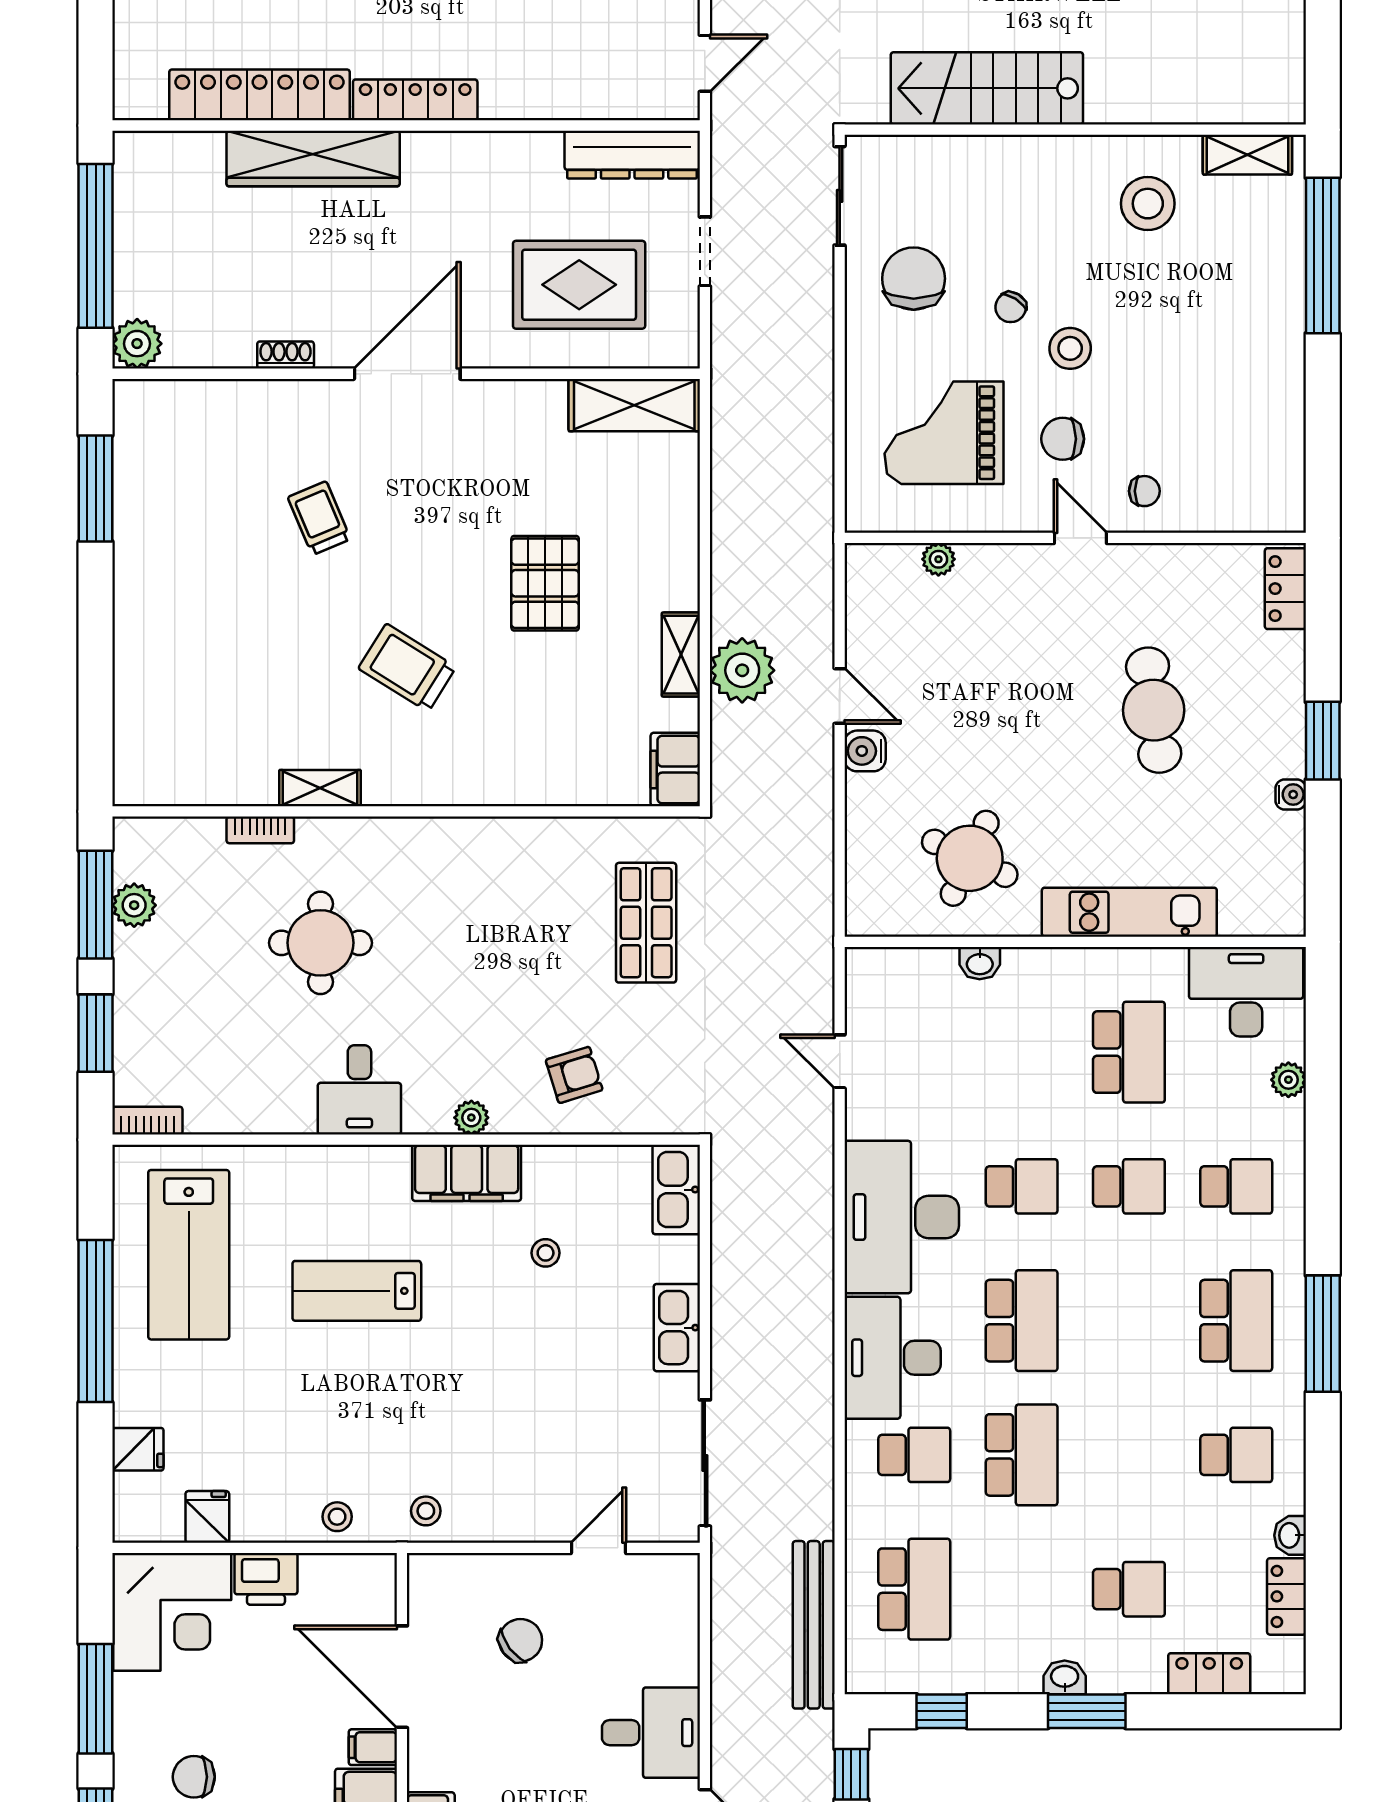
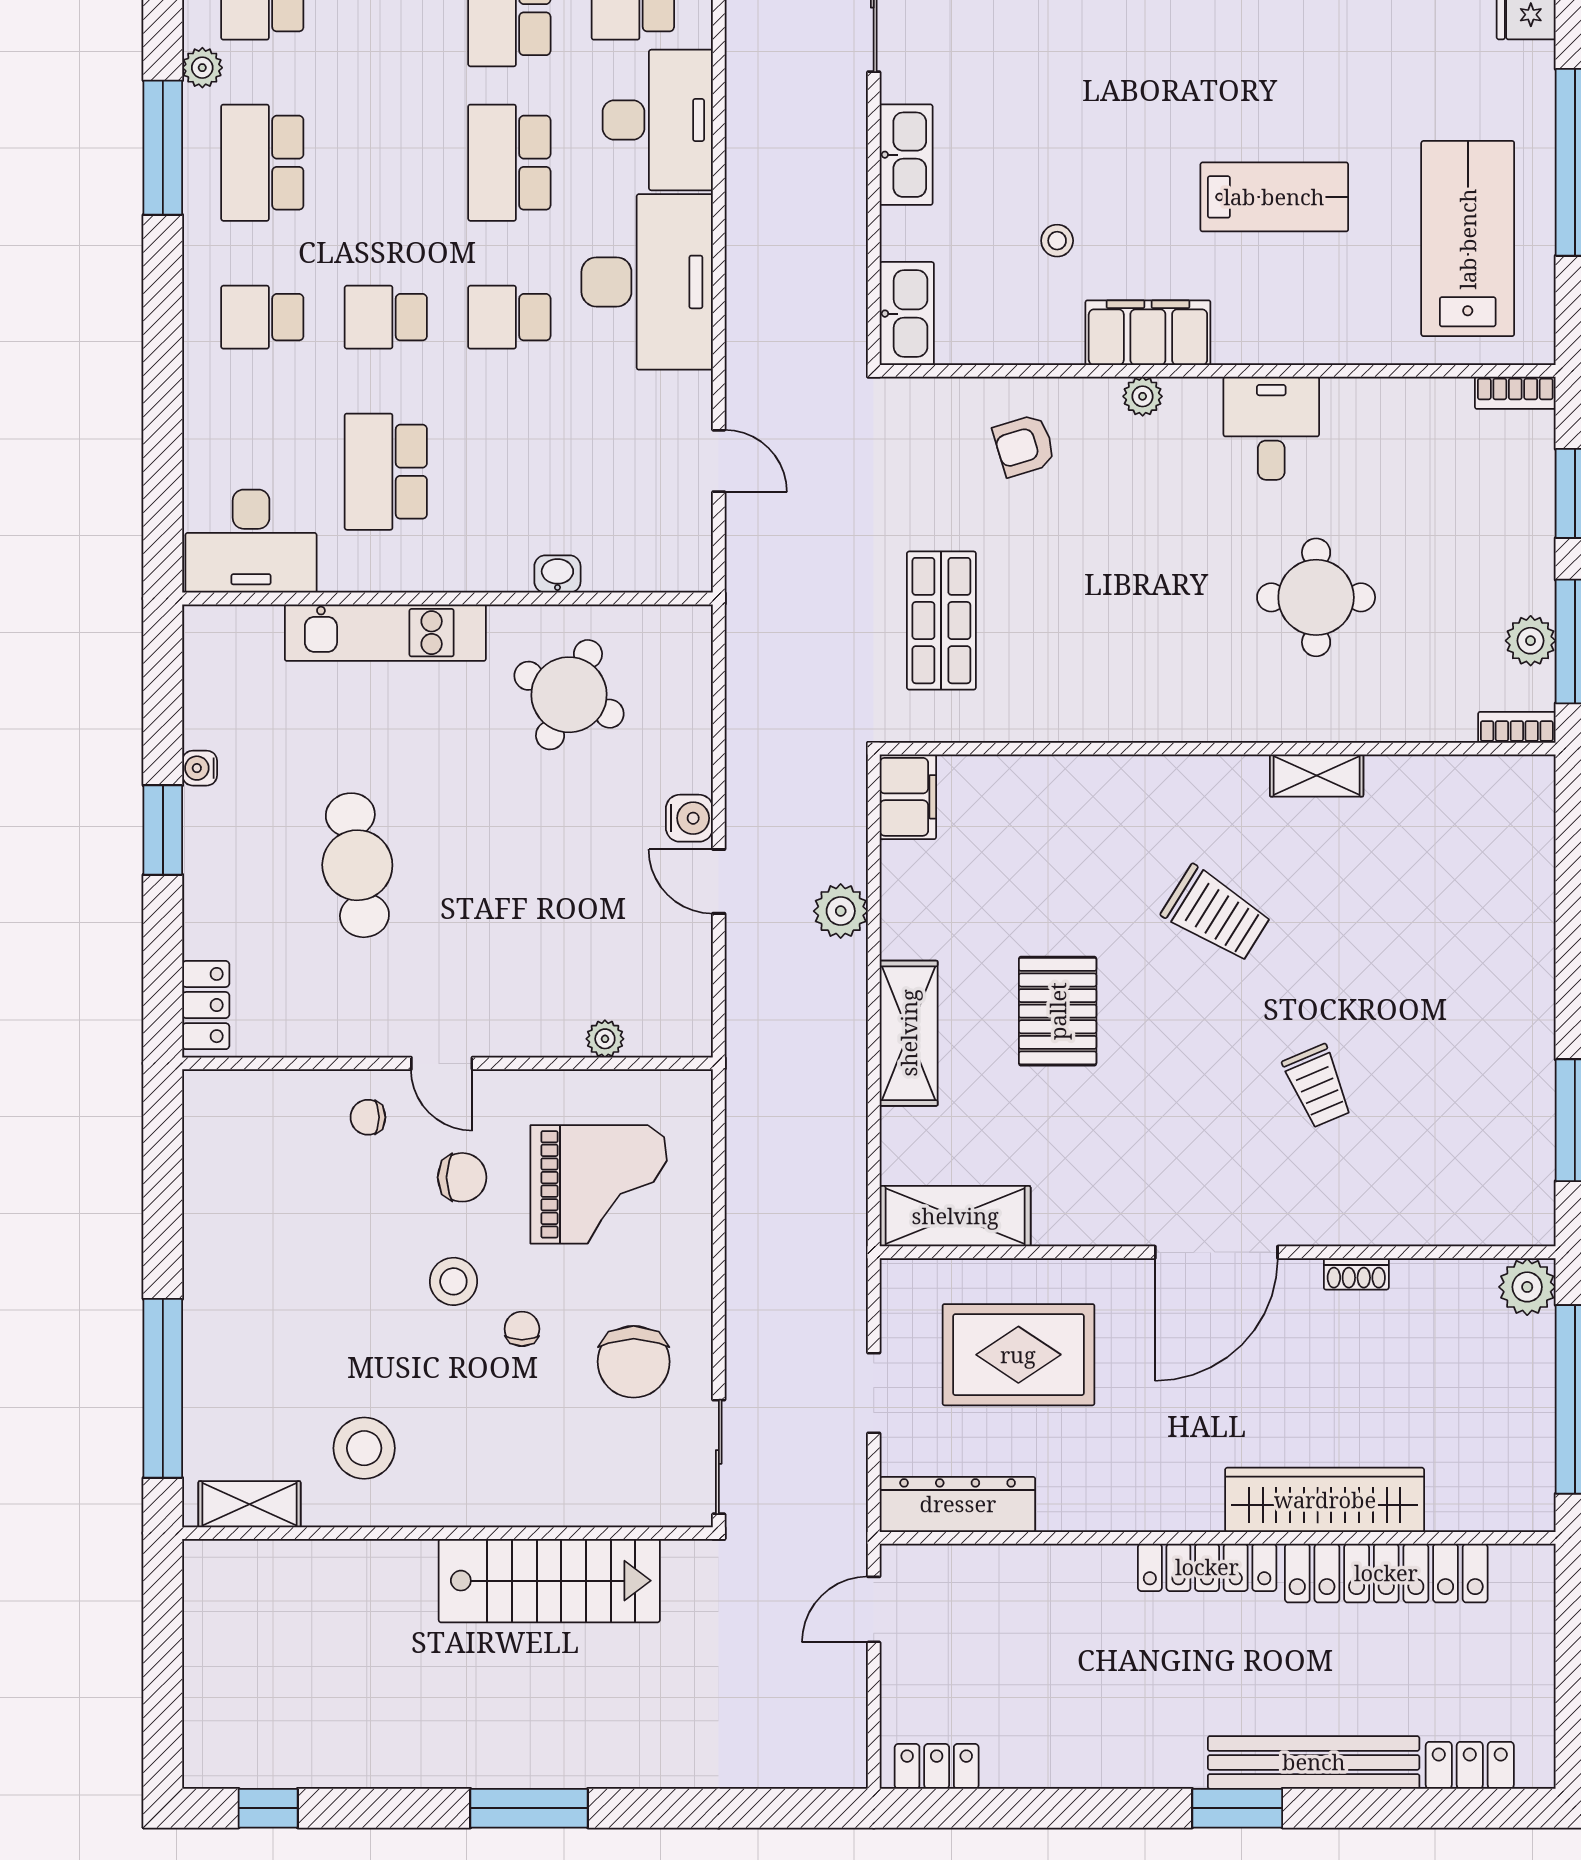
chair: (1011, 307) -> (522, 1329), turned -32
shelving: (681, 655) -> (909, 1033), moved, width x1.50, depth x1.33
plant: (742, 670) -> (841, 911), width x0.73, depth x0.73
bookcase: (260, 830) -> (1517, 727), moved
plant: (1288, 1080) -> (202, 68), moved

